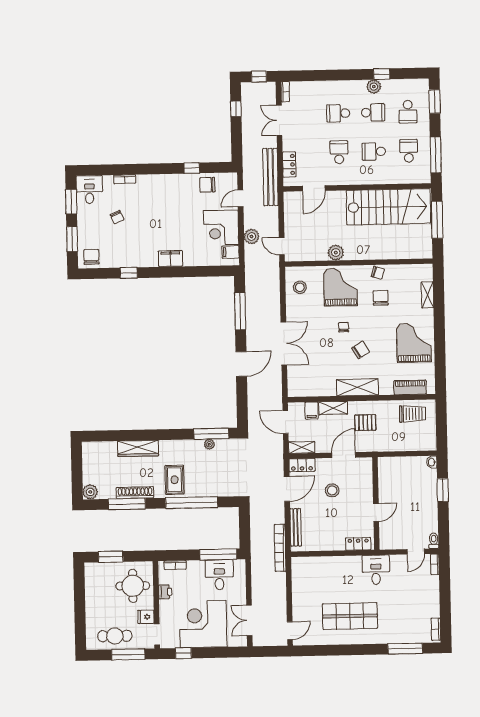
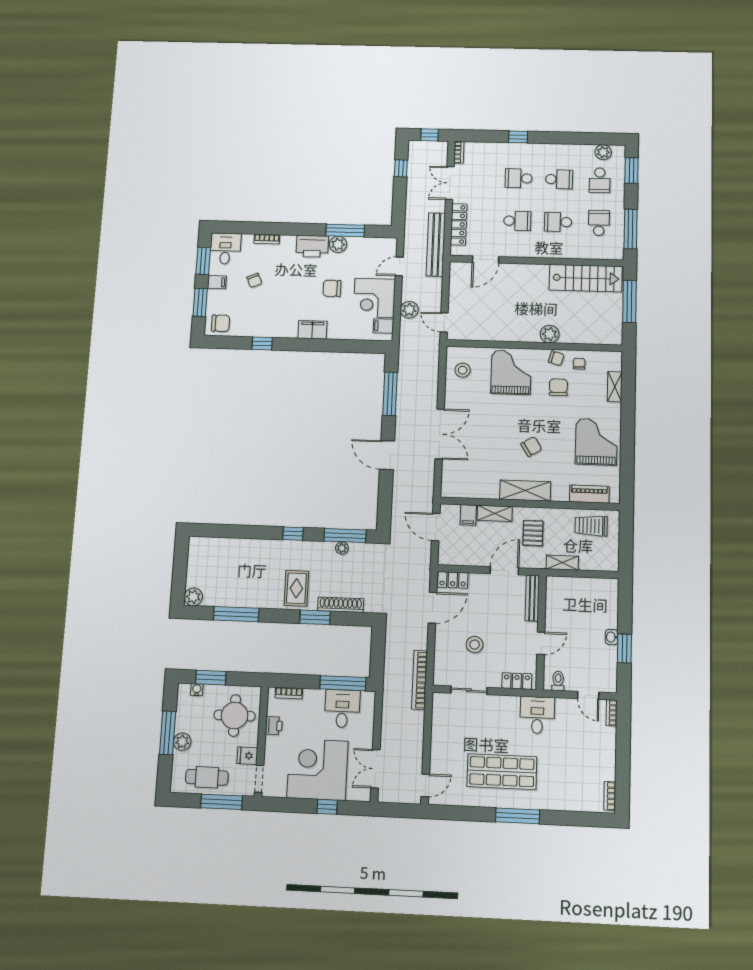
window: (382, 74) -> (518, 137), moved
plant: (374, 87) -> (603, 152), moved
school desk: (339, 152) -> (517, 221), turned 90
locker: (289, 165) -> (459, 224), width x1.53
window: (192, 168) -> (345, 230), width x2.17
plant: (186, 181) -> (338, 244), added
printer: (164, 184) -> (312, 246), added
chair: (207, 185) -> (332, 288), moved
stairs: (388, 207) -> (586, 278), width x0.73, depth x0.66
filing cabinet: (85, 220) -> (217, 282), added
plant: (336, 253) -> (550, 334), moved
chair: (91, 257) -> (221, 323), turned 90
chair: (344, 327) -> (579, 364), moved
door: (241, 364) -> (387, 455), swing flipped
trolley: (413, 414) -> (591, 526), turned 180
pallet: (365, 423) -> (533, 533), turned 90
window: (168, 435) -> (293, 534), added
shelving: (302, 447) -> (562, 563), moved
wardrobe: (138, 448) -> (256, 548), removed
washbasin: (432, 462) -> (612, 637), moved
stool: (332, 490) -> (475, 645), moved
window: (443, 490) -> (624, 648), moved
shoe rack: (135, 493) -> (341, 605), moved
window: (192, 503) -> (315, 617), width x0.47
bench: (296, 527) -> (532, 598), moved
toilet: (434, 541) -> (558, 681), moved
door: (416, 552) -> (588, 695), hinge flipped
sliding door: (320, 554) -> (469, 690), added
water cooler: (100, 567) -> (197, 690), added
window: (80, 603) -> (168, 733), added
plant: (92, 609) -> (182, 742), added
window: (405, 649) -> (518, 816), moved
window: (183, 653) -> (327, 807), moved

